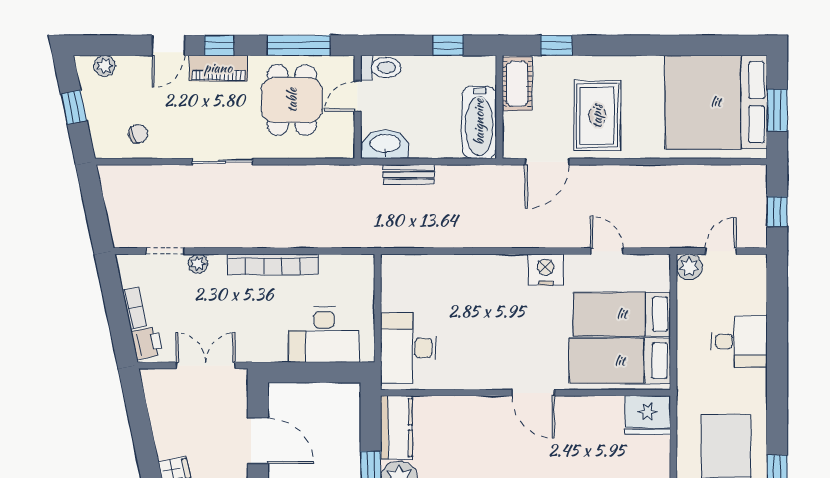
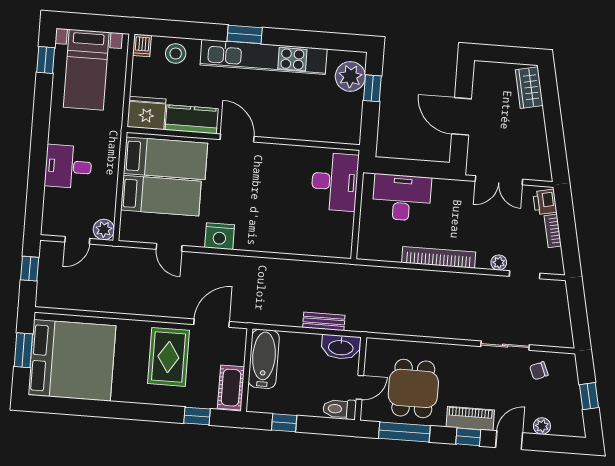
plant: (105, 66) -> (542, 426), moved
sliding door: (222, 162) -> (505, 346), moved
kitchen counter: (396, 427) -> (192, 119), moved, turned 90

